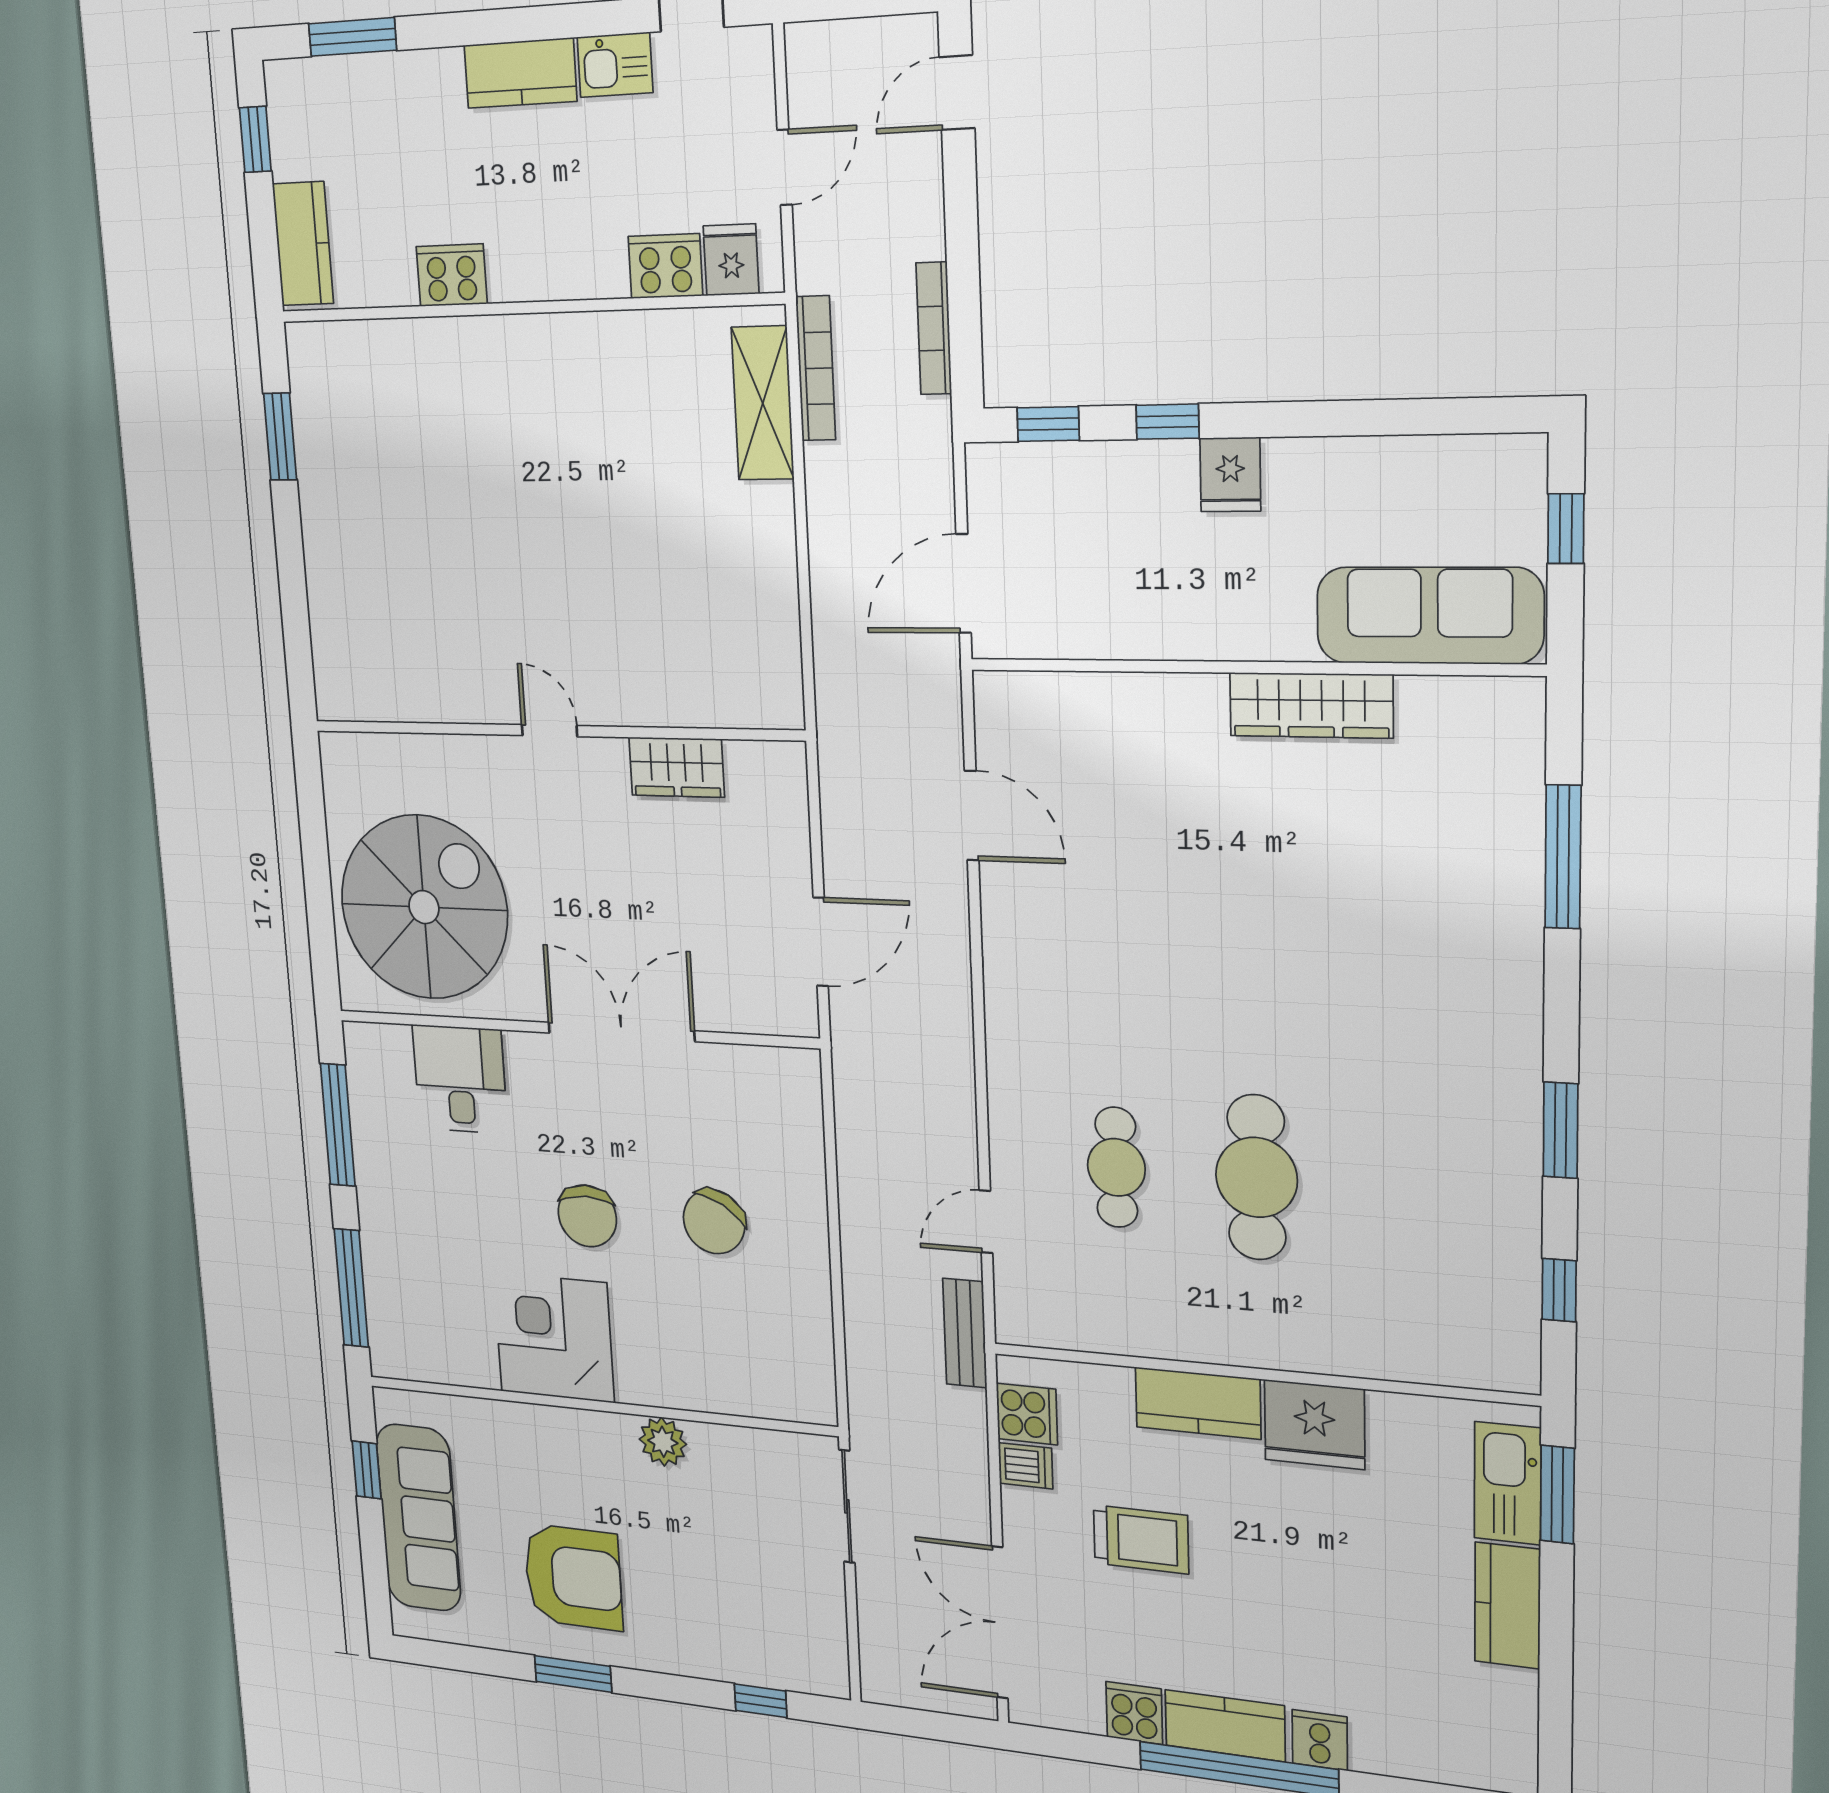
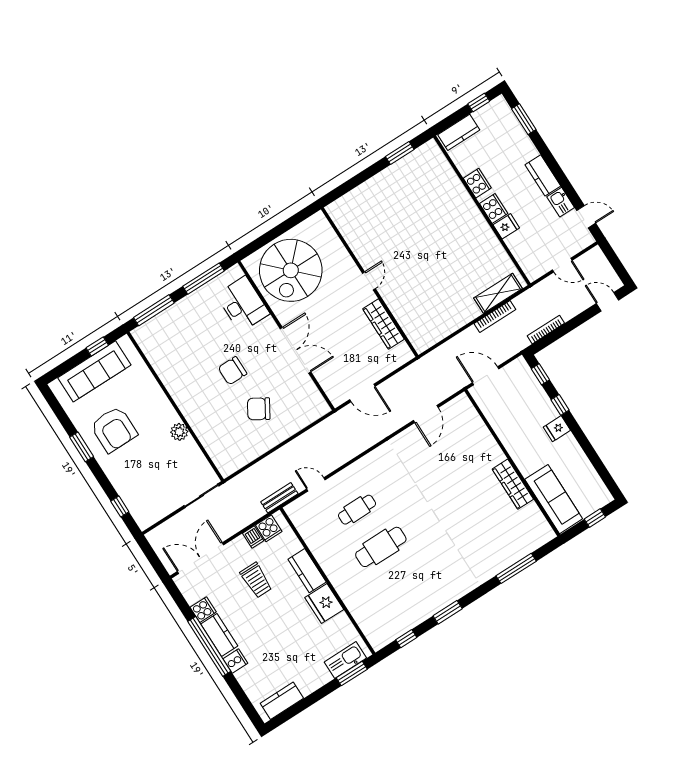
fridge: (731, 260) -> (506, 226), moved
cooker: (665, 266) -> (494, 208), moved
bookcase: (816, 368) -> (495, 317), moved
wardrobe: (677, 767) -> (383, 324), width x1.50
spiral stairs: (424, 907) -> (291, 270), turned 90
desk: (460, 1079) -> (243, 304), width x1.37
corner desk: (554, 1337) -> (187, 381), removed
kitchen counter: (1507, 1605) -> (282, 701), moved

